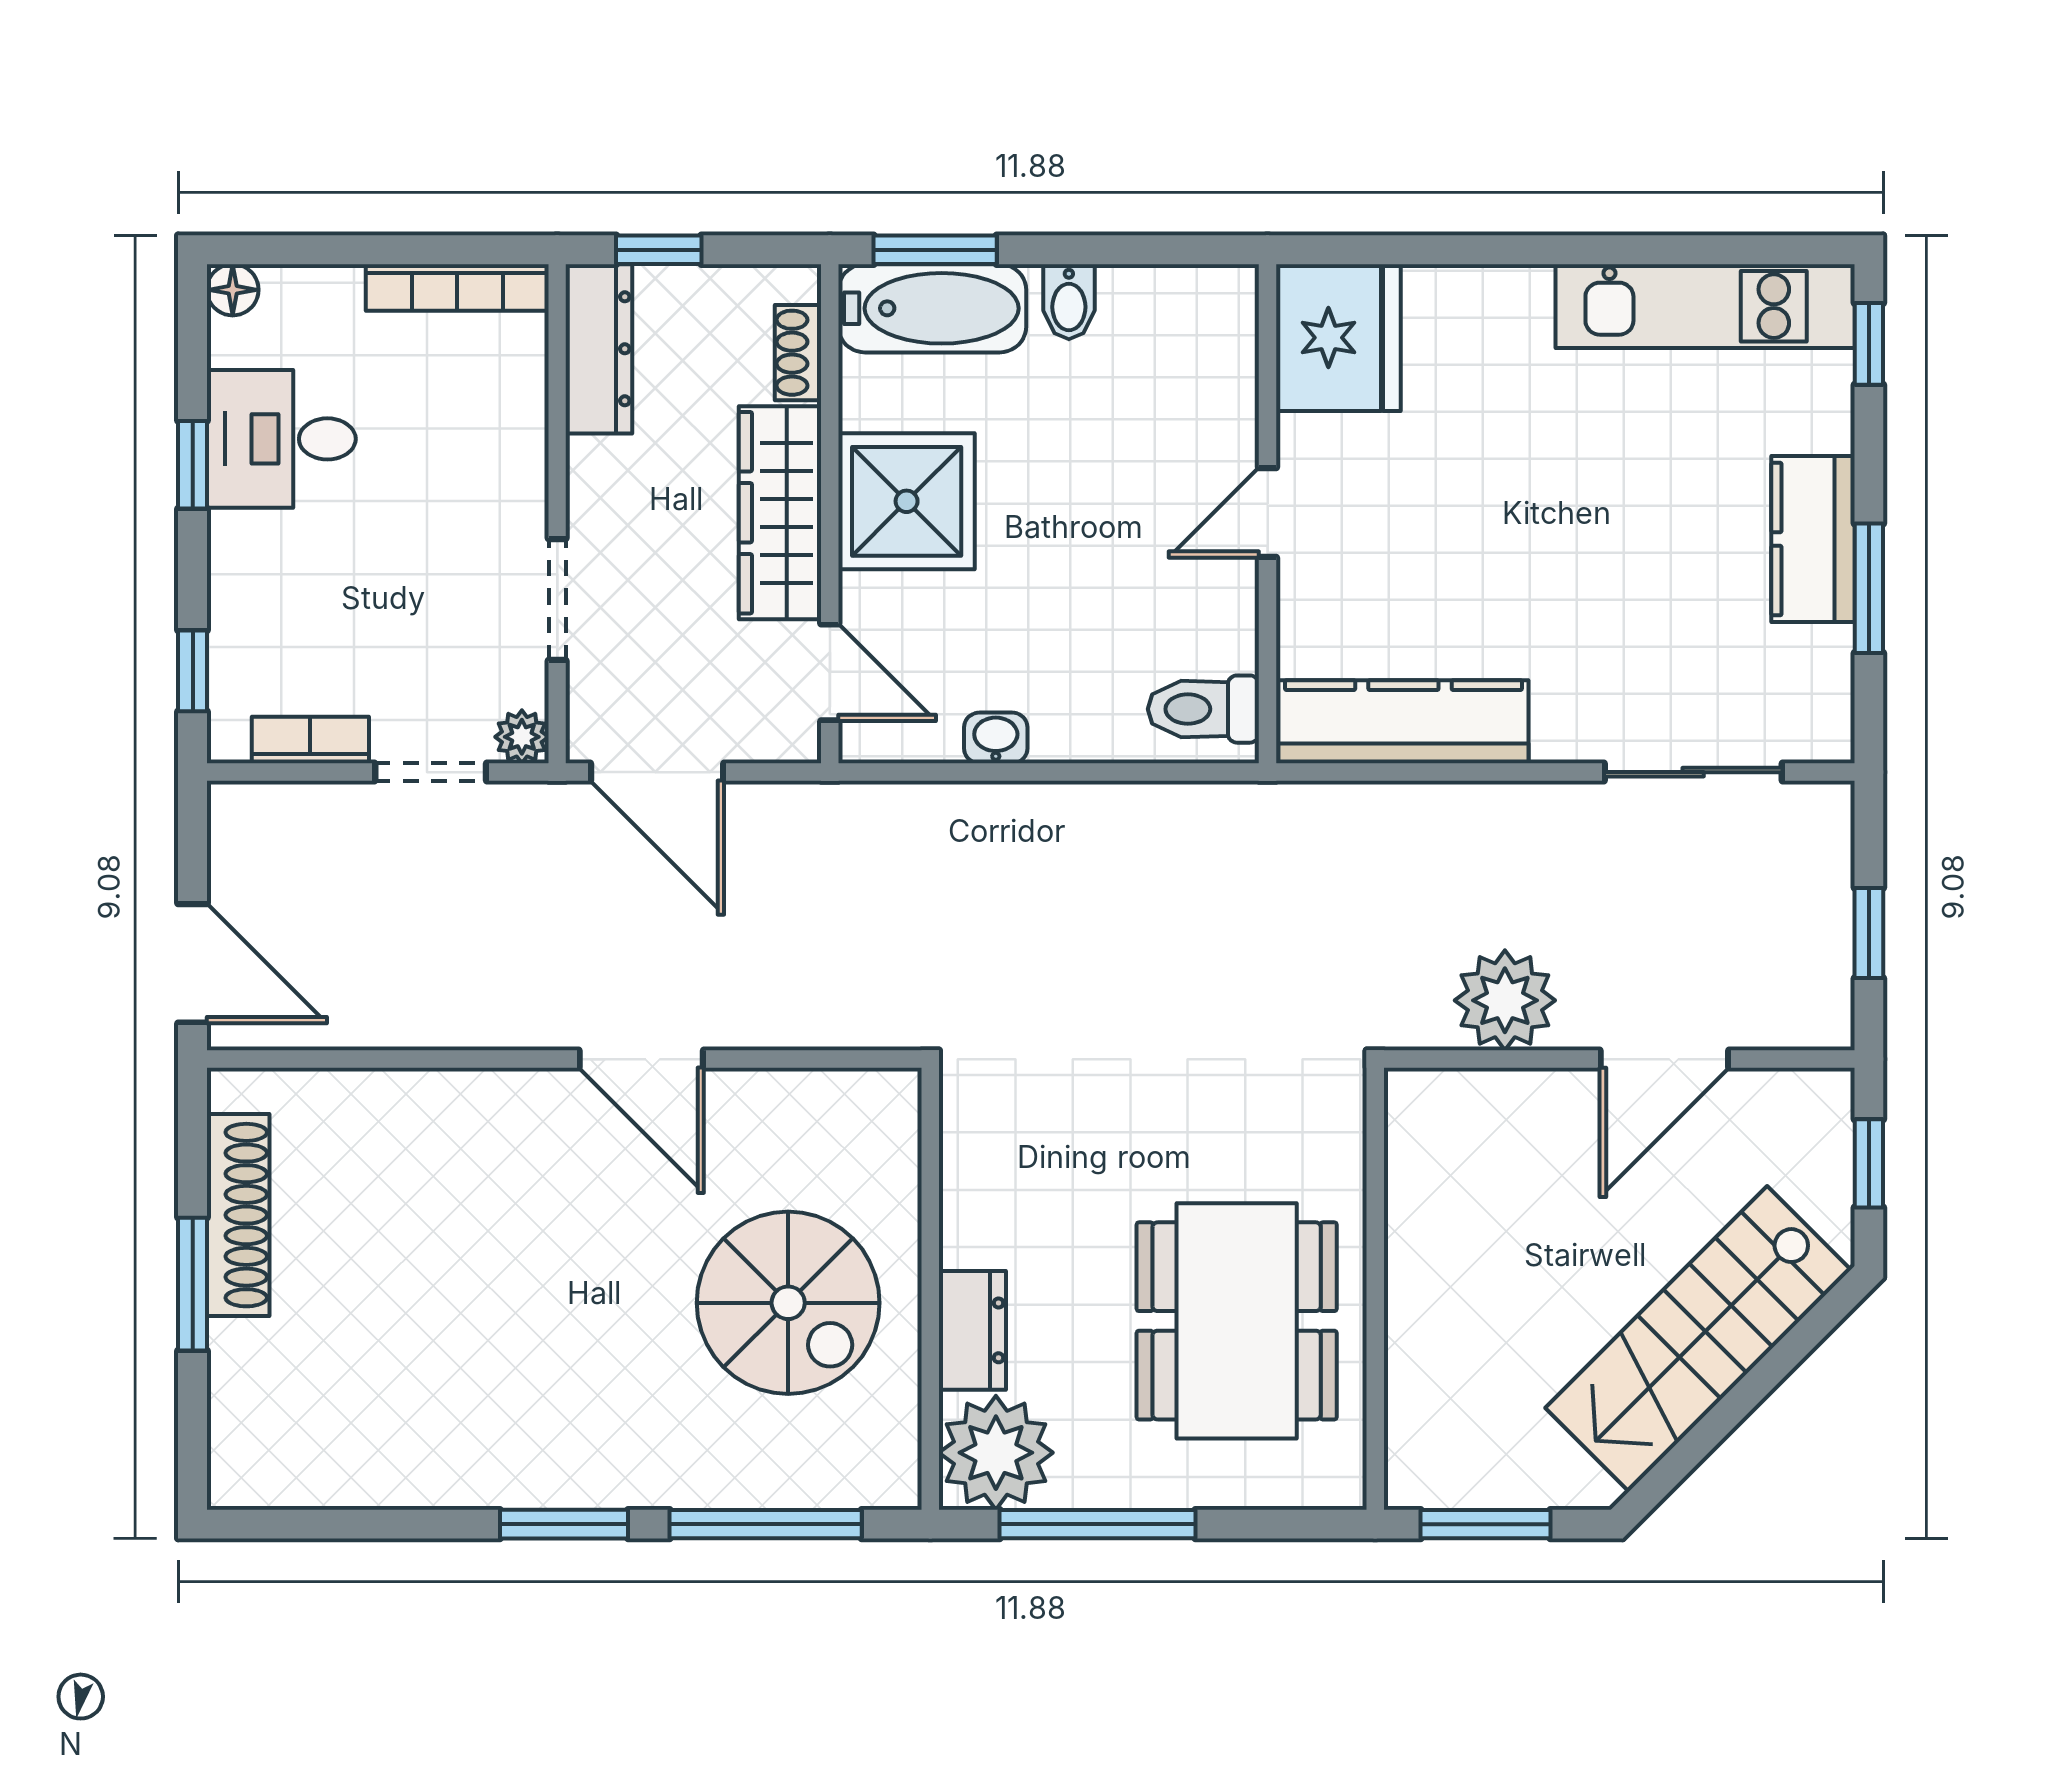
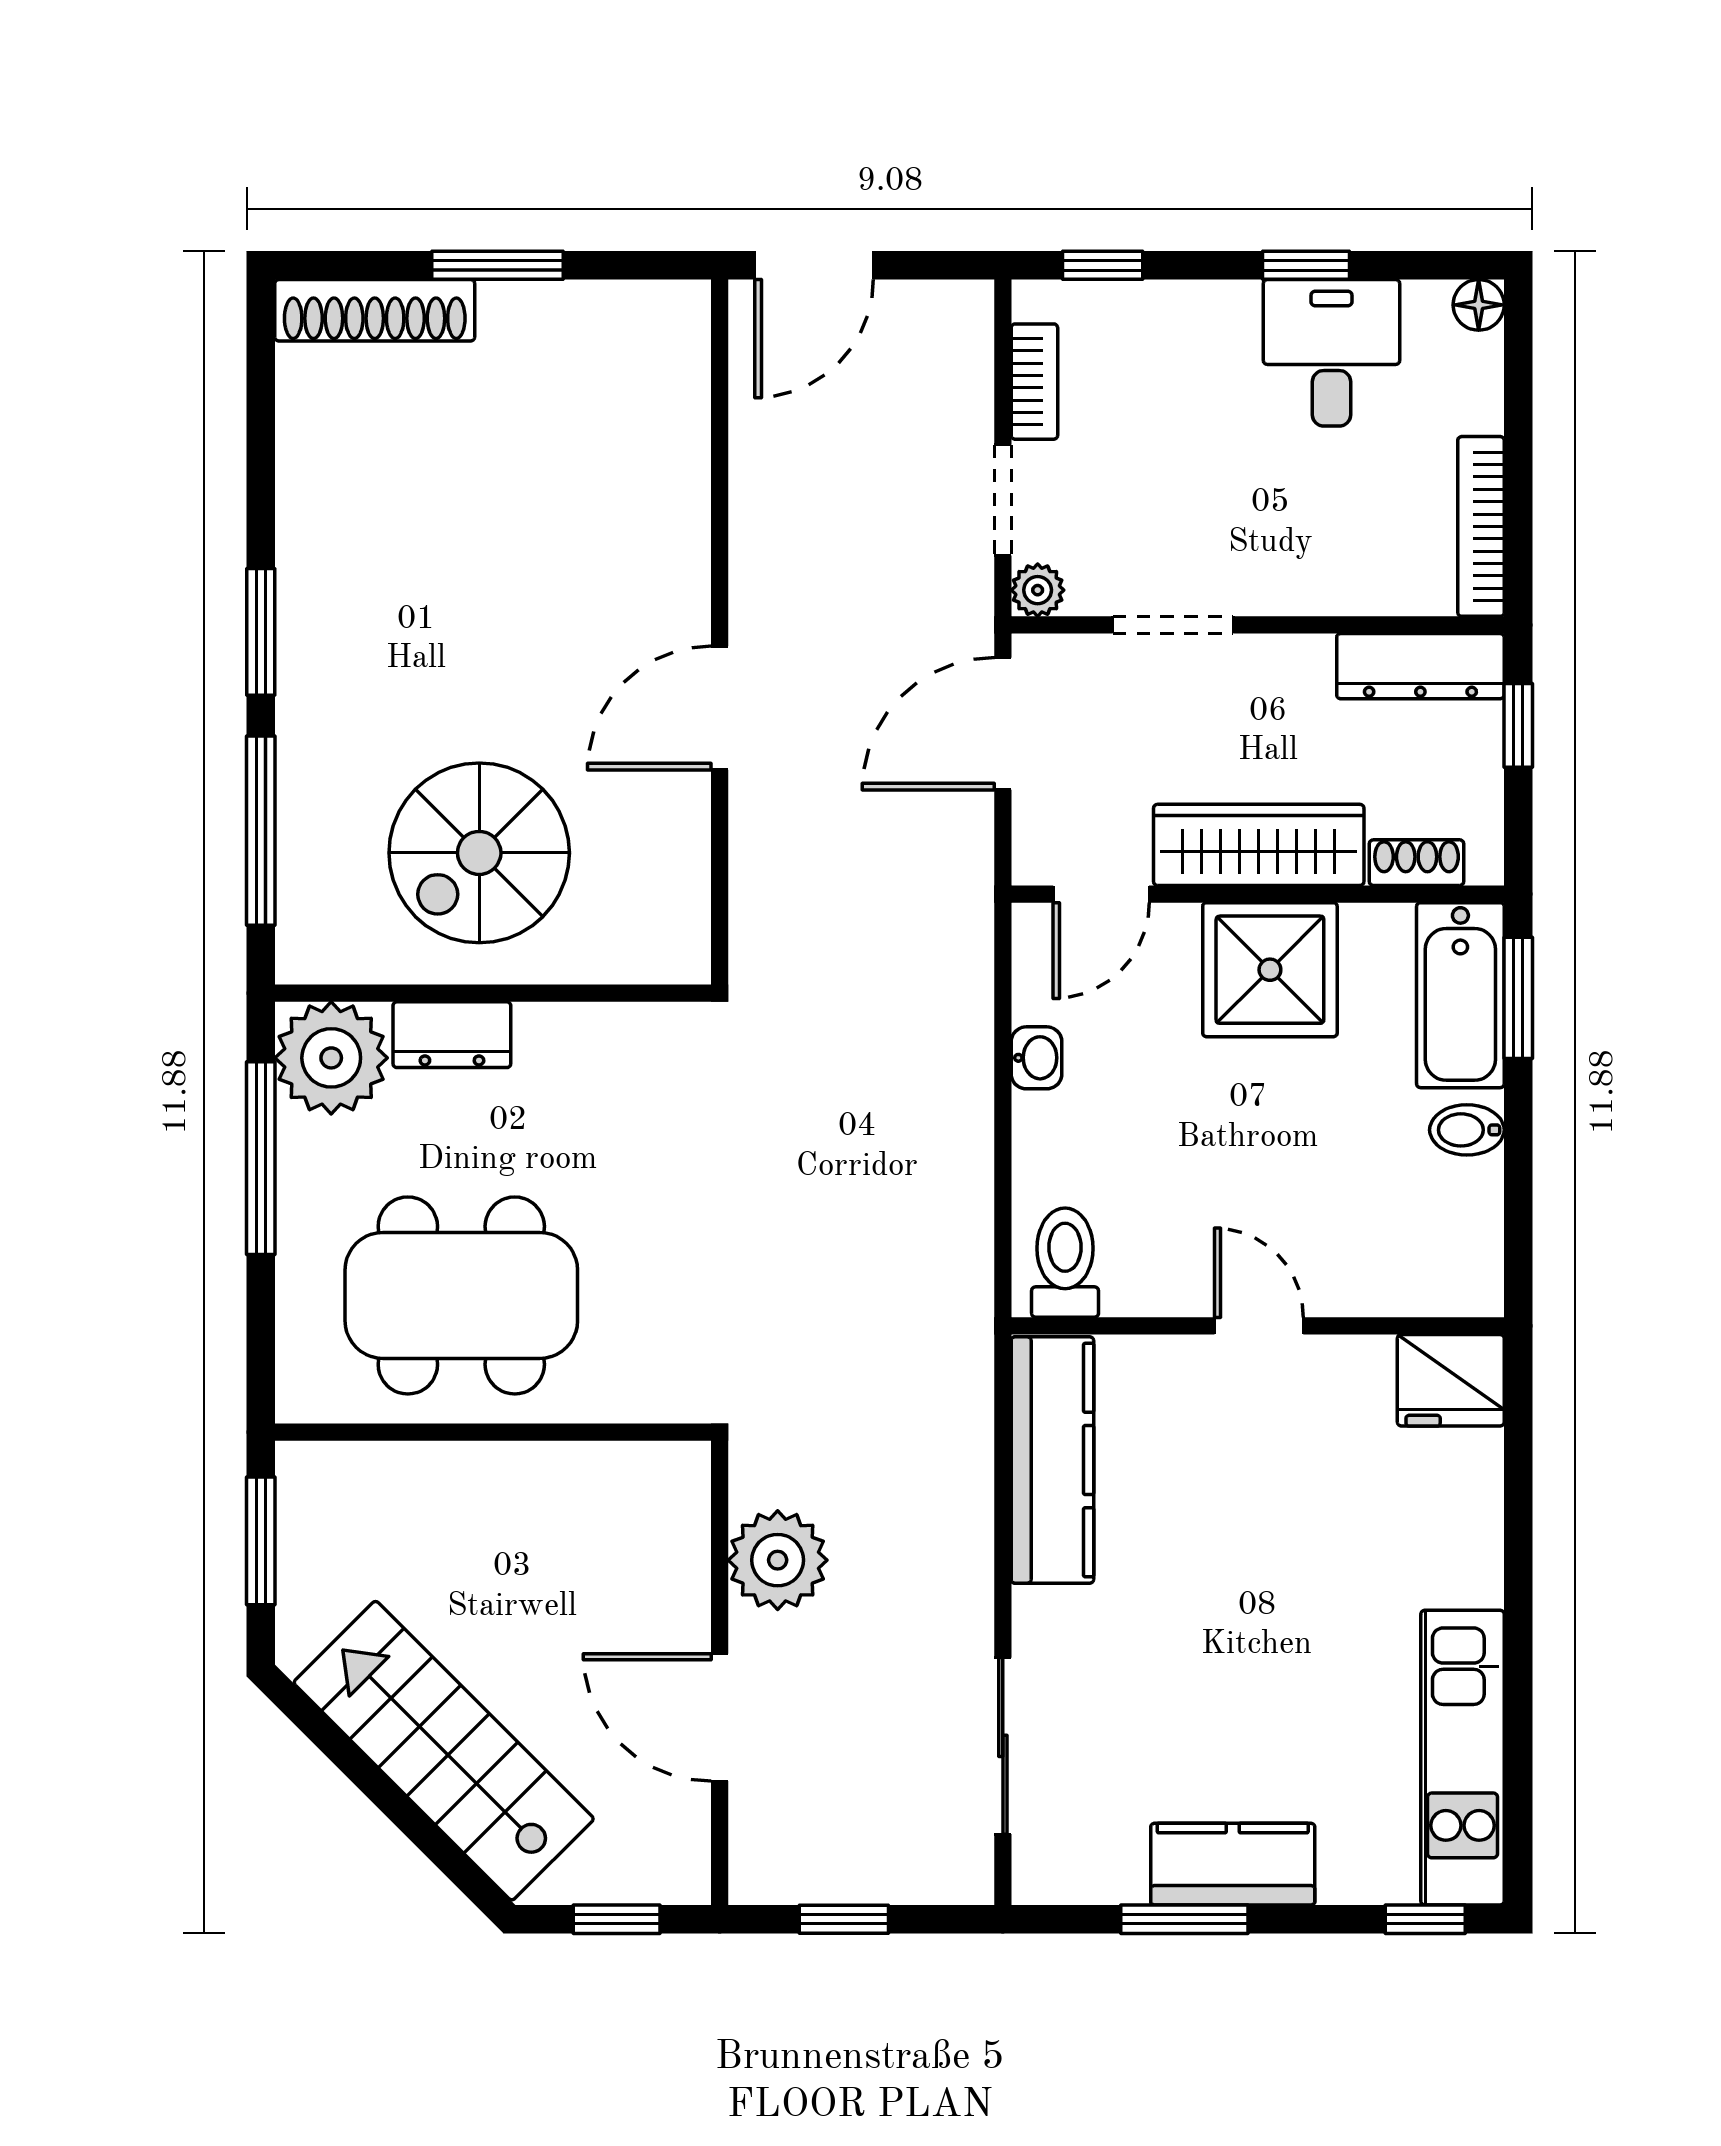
fridge: (1338, 338) -> (1451, 1380), width x0.73, depth x0.75
shoe rack: (238, 1215) -> (375, 310), moved

